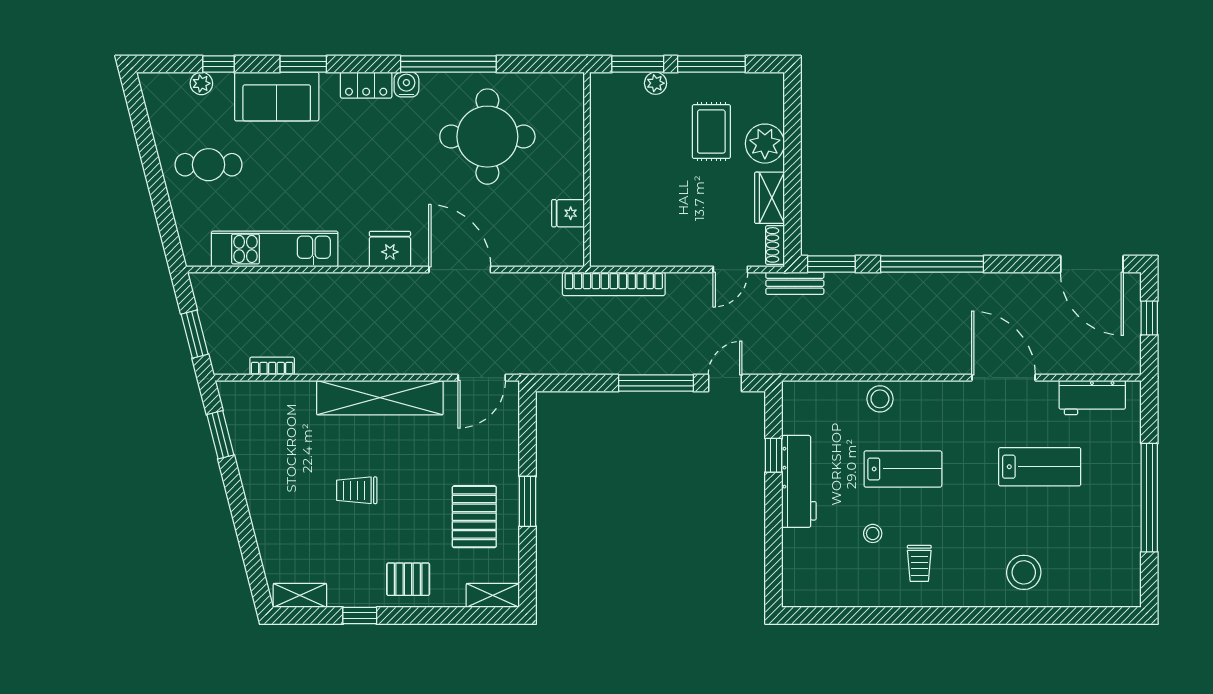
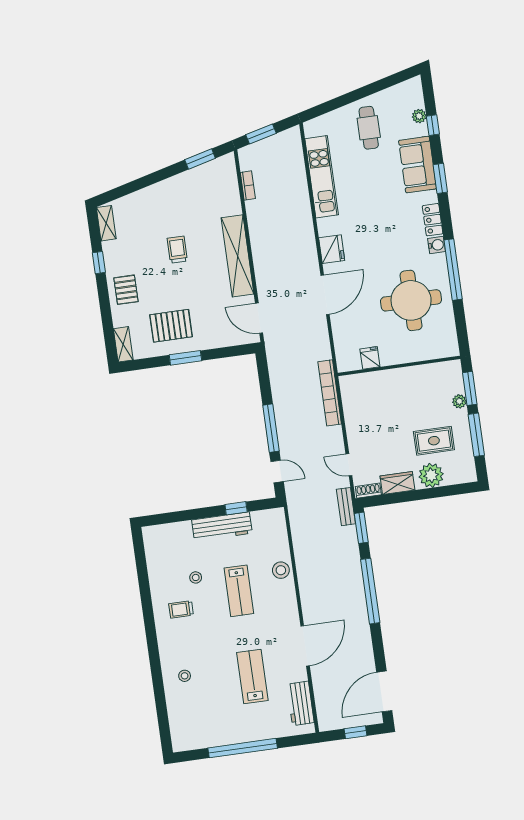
lab bench: (1040, 467) -> (252, 676), turned 180
stool: (1024, 572) -> (185, 676), width x0.53, depth x0.53

